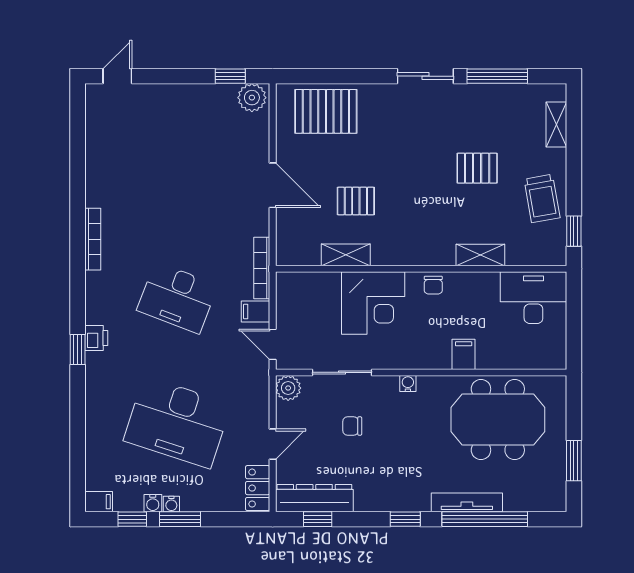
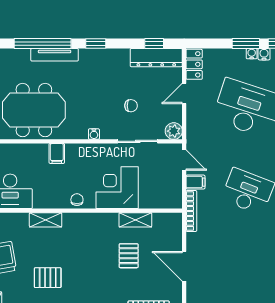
pallet: (356, 201) -> (129, 256), turned 90

